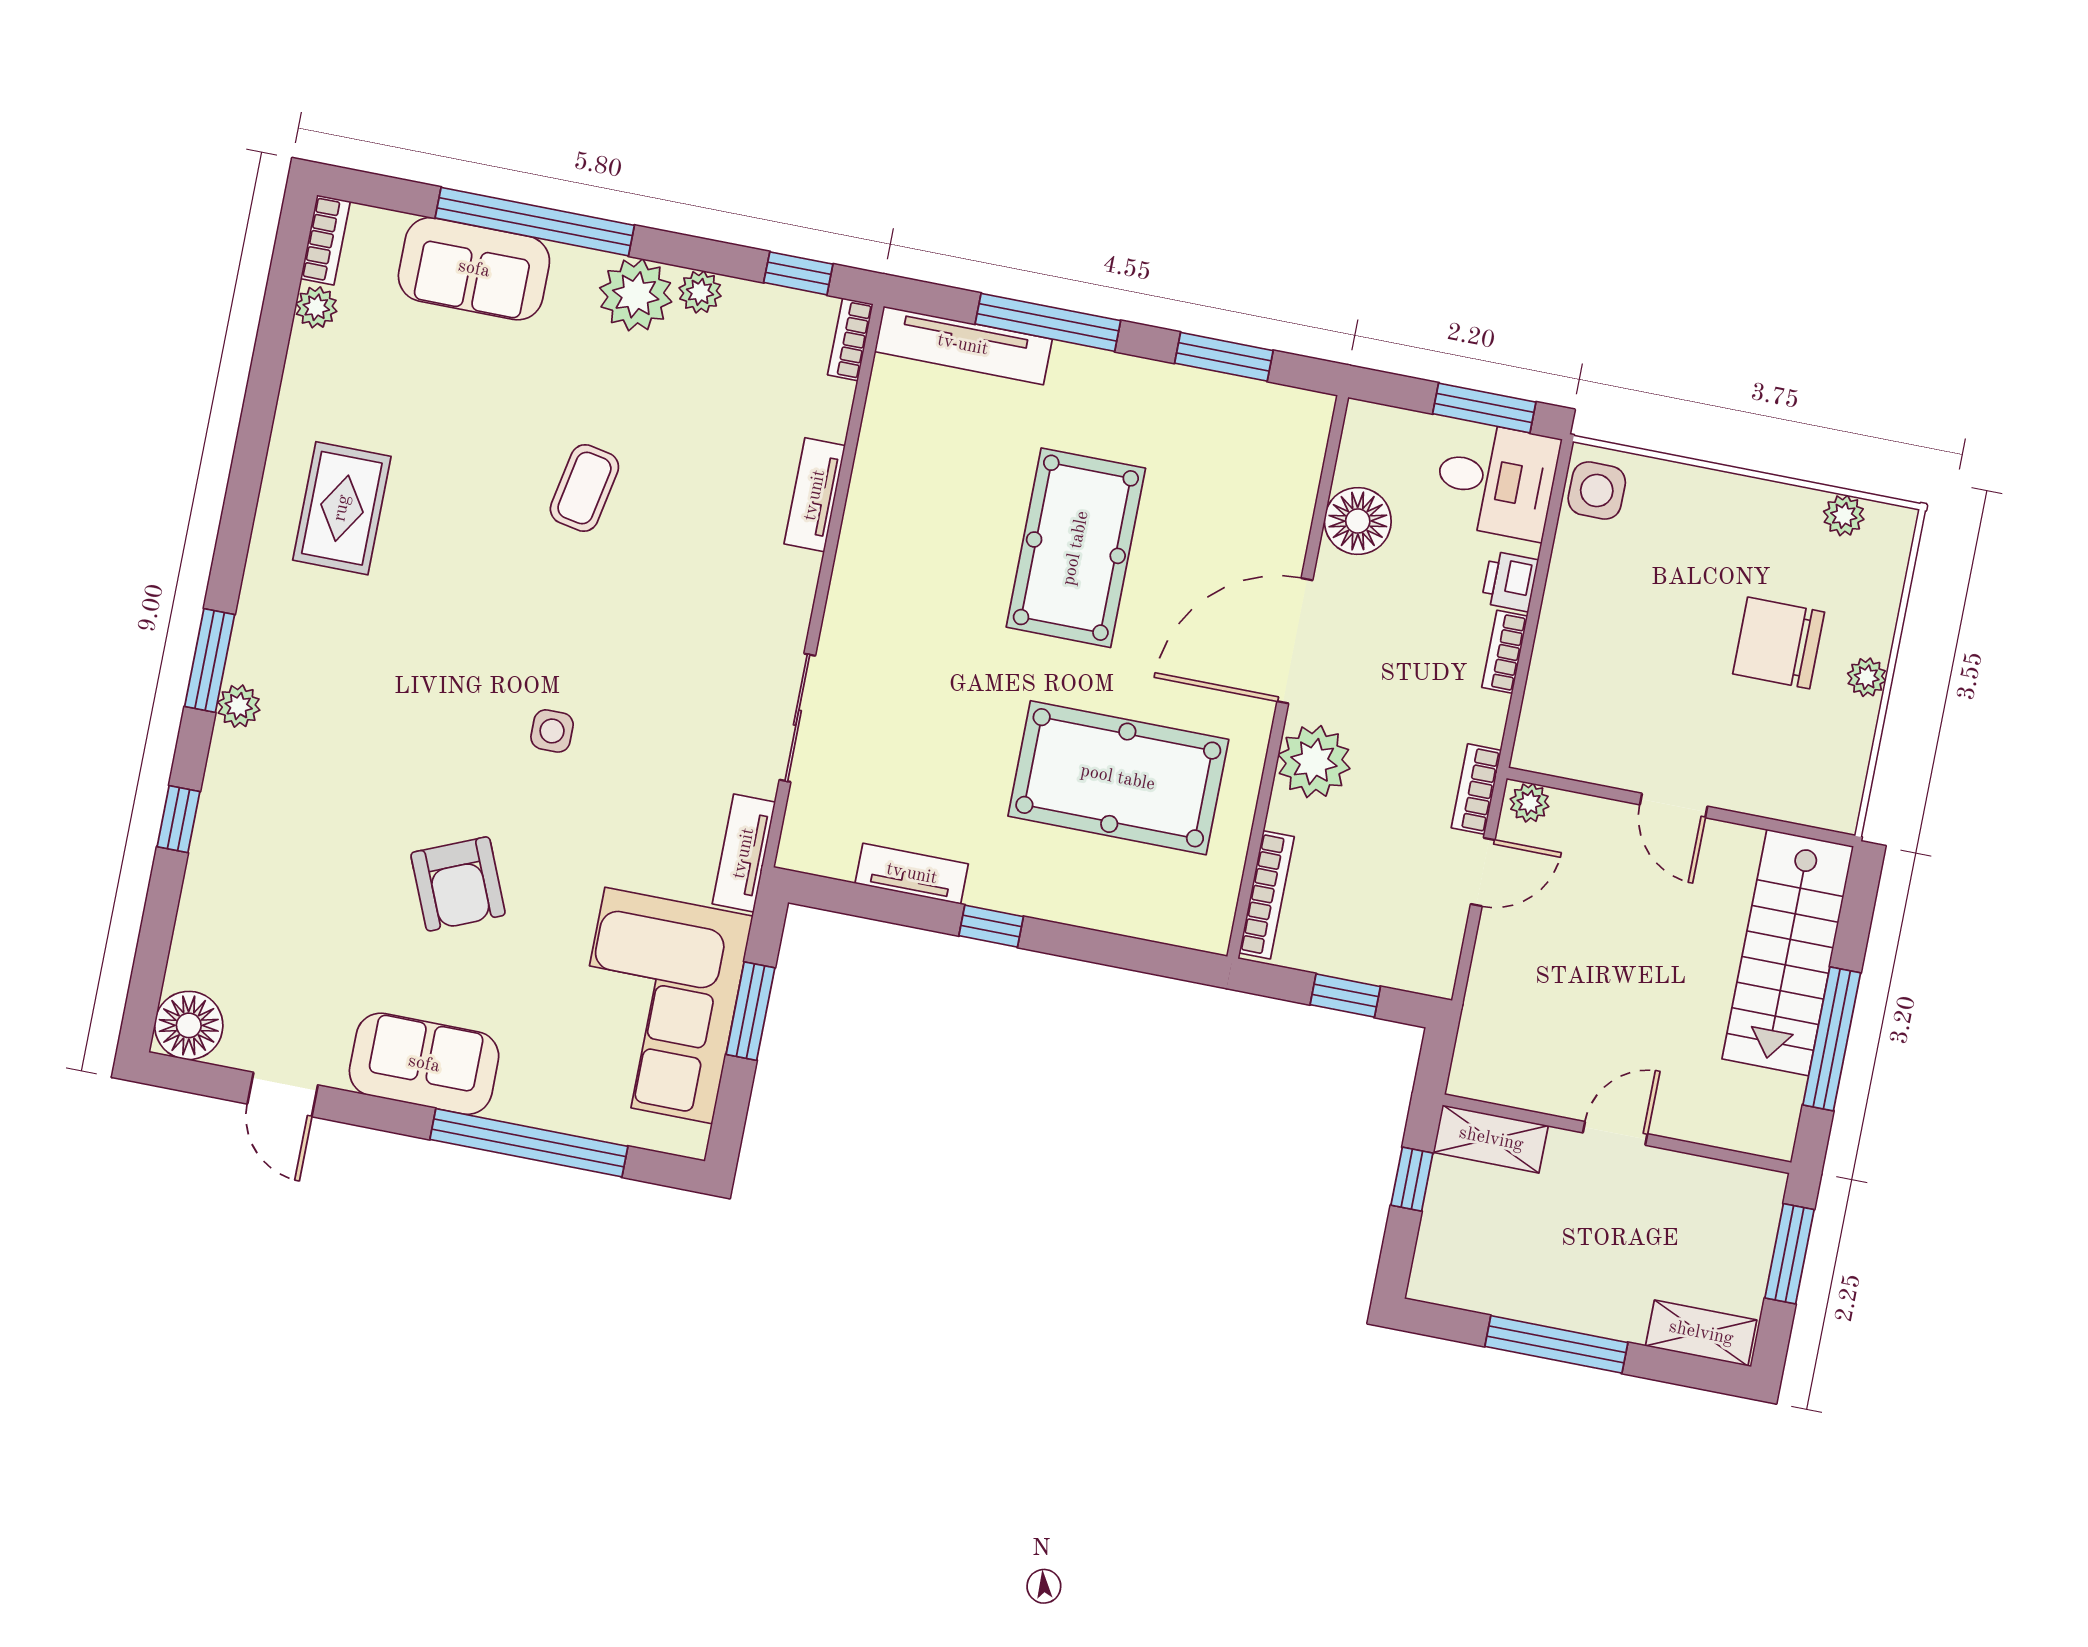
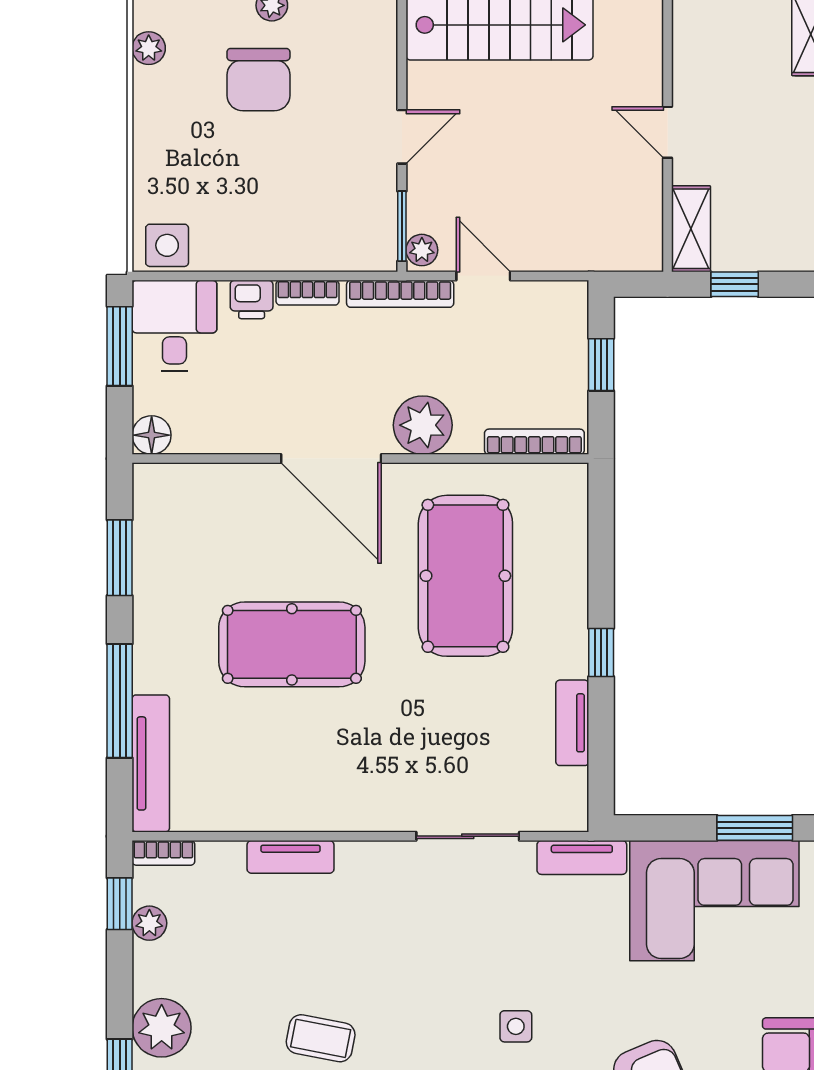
plant: (700, 292) -> (149, 923), moved
floor lamp: (1358, 521) -> (152, 435), moved, width x0.73, depth x0.73
window: (1564, 784) -> (402, 226), added
bookcase: (1476, 789) -> (400, 294), width x1.56
window: (750, 1011) -> (755, 828), moved

